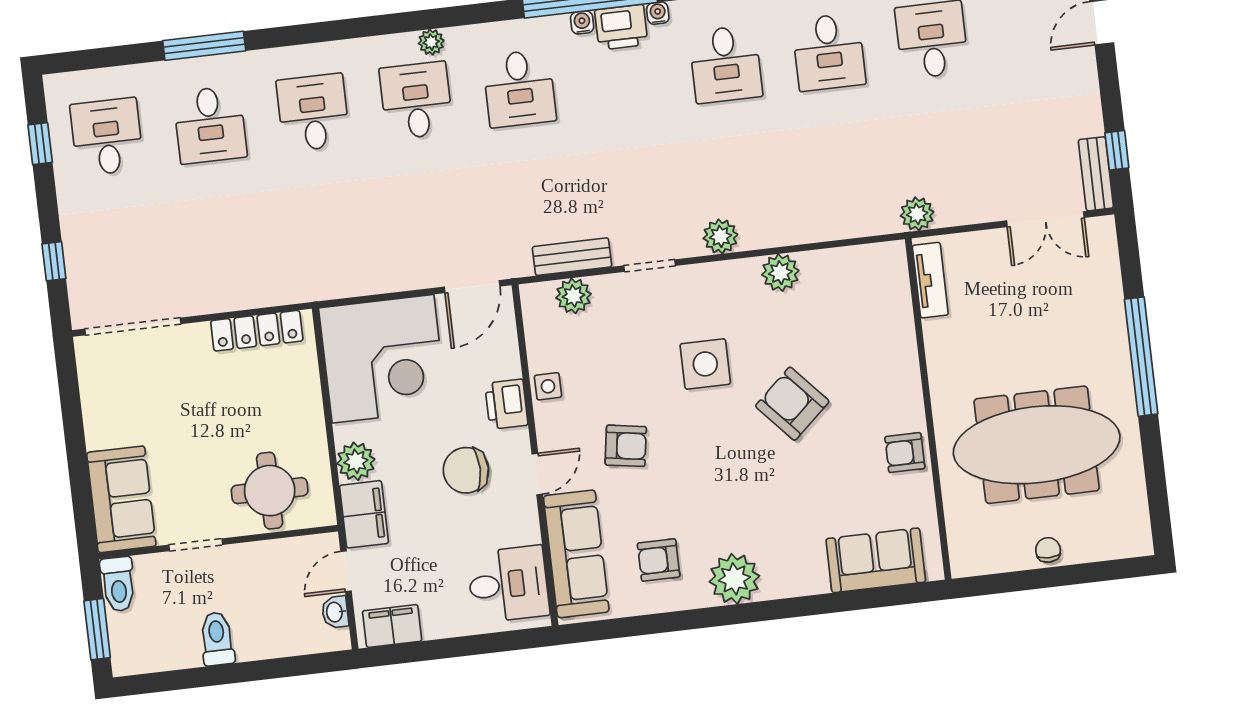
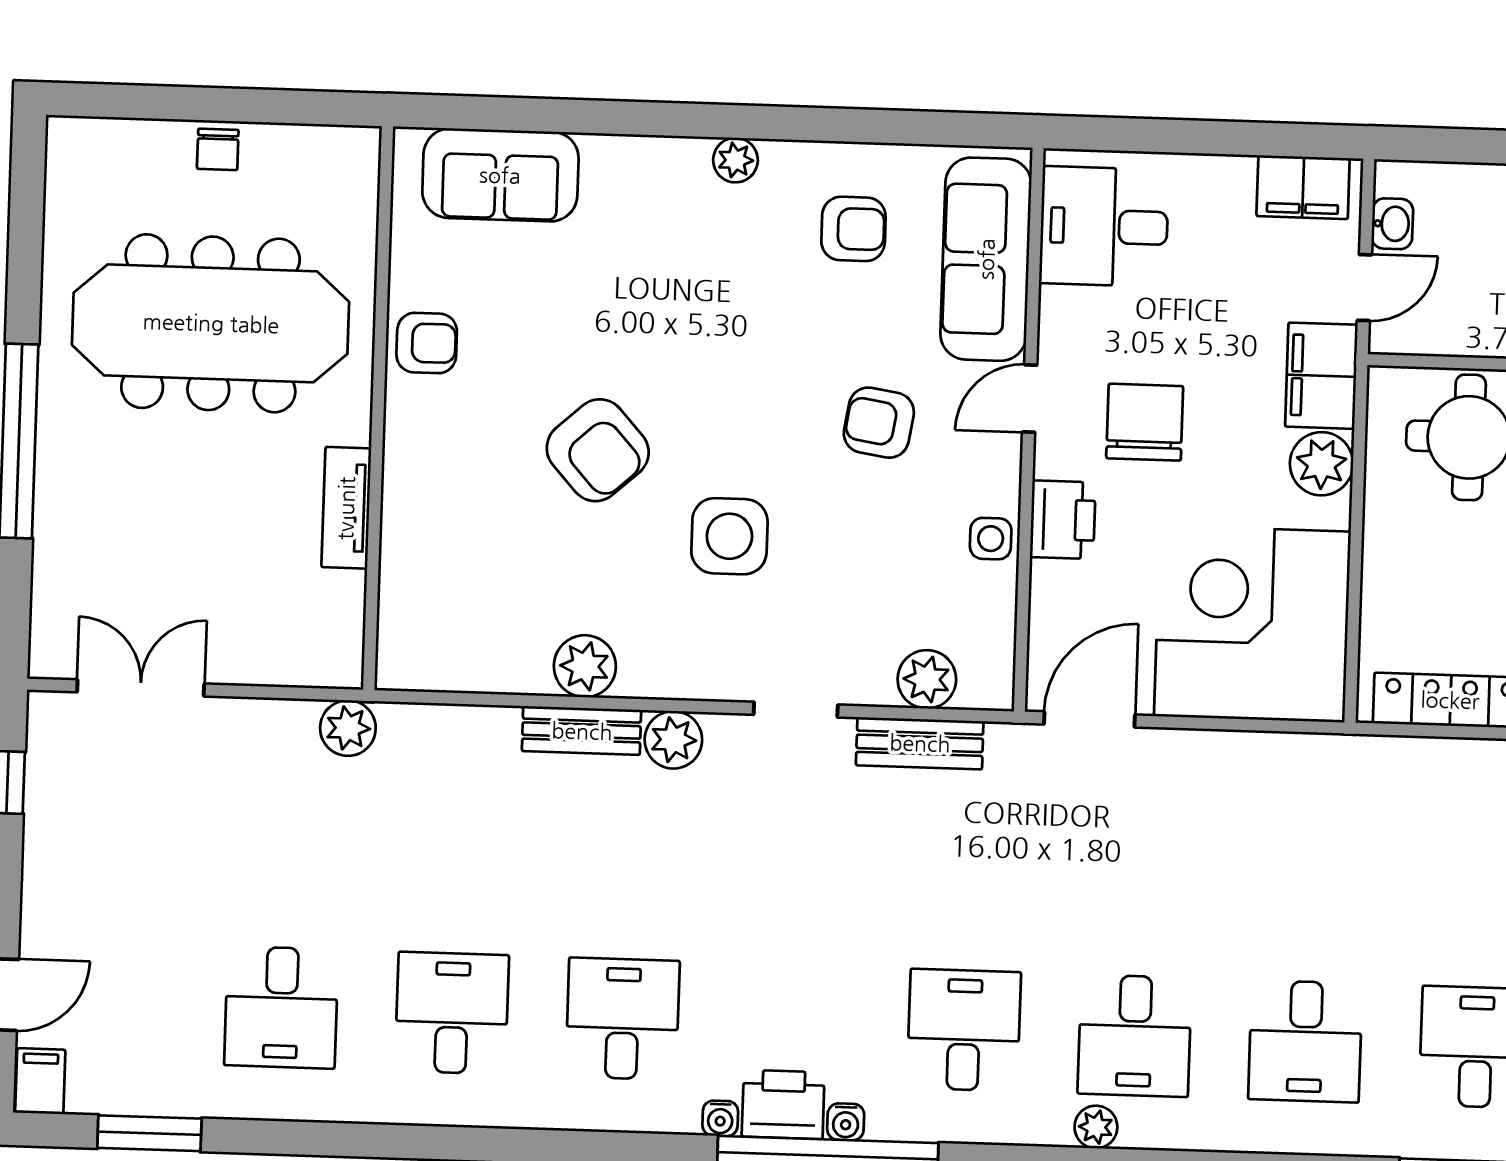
bench: (1096, 174) -> (582, 731), moved, turned 90
tv unit: (930, 280) -> (346, 508), moved
chair: (466, 470) -> (1145, 422), turned -90
plant: (734, 579) -> (735, 160), width x0.53, depth x0.53

